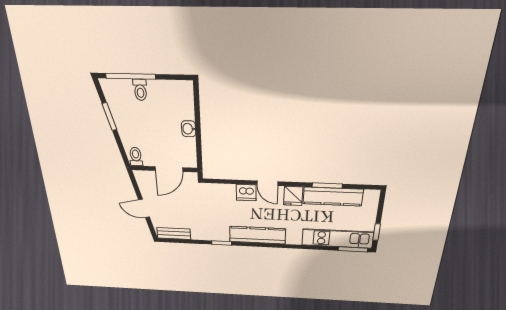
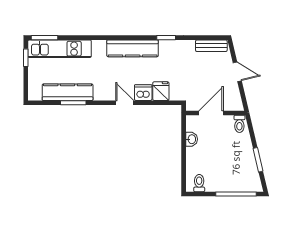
toilet: (140, 90) -> (199, 183), moved
washbasin: (189, 129) -> (192, 139), moved
fridge: (293, 196) -> (161, 91), moved

